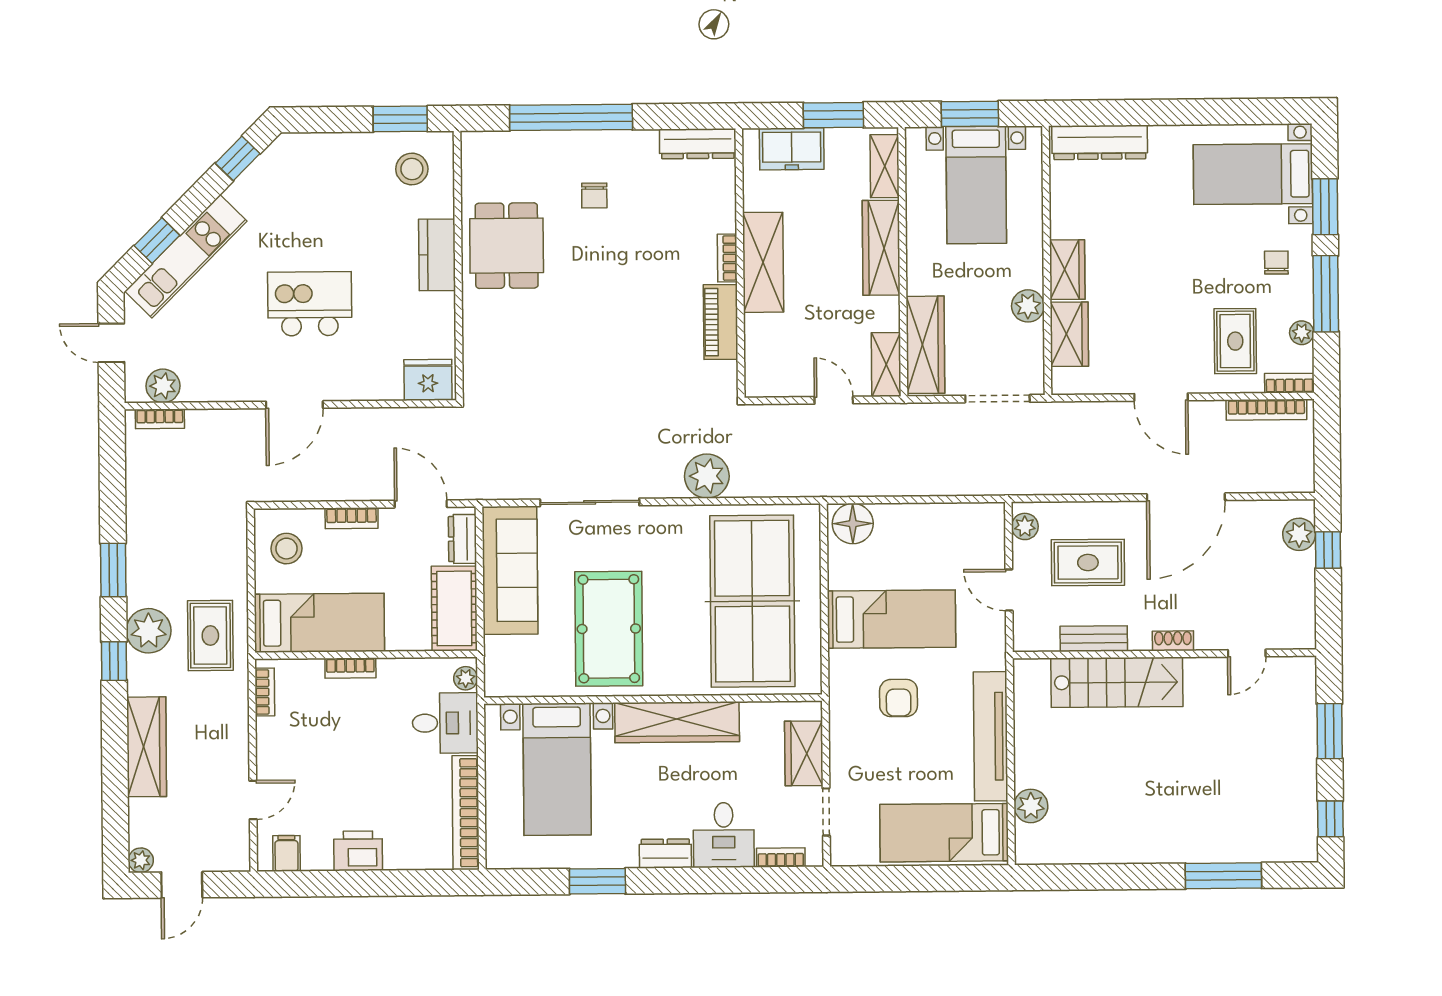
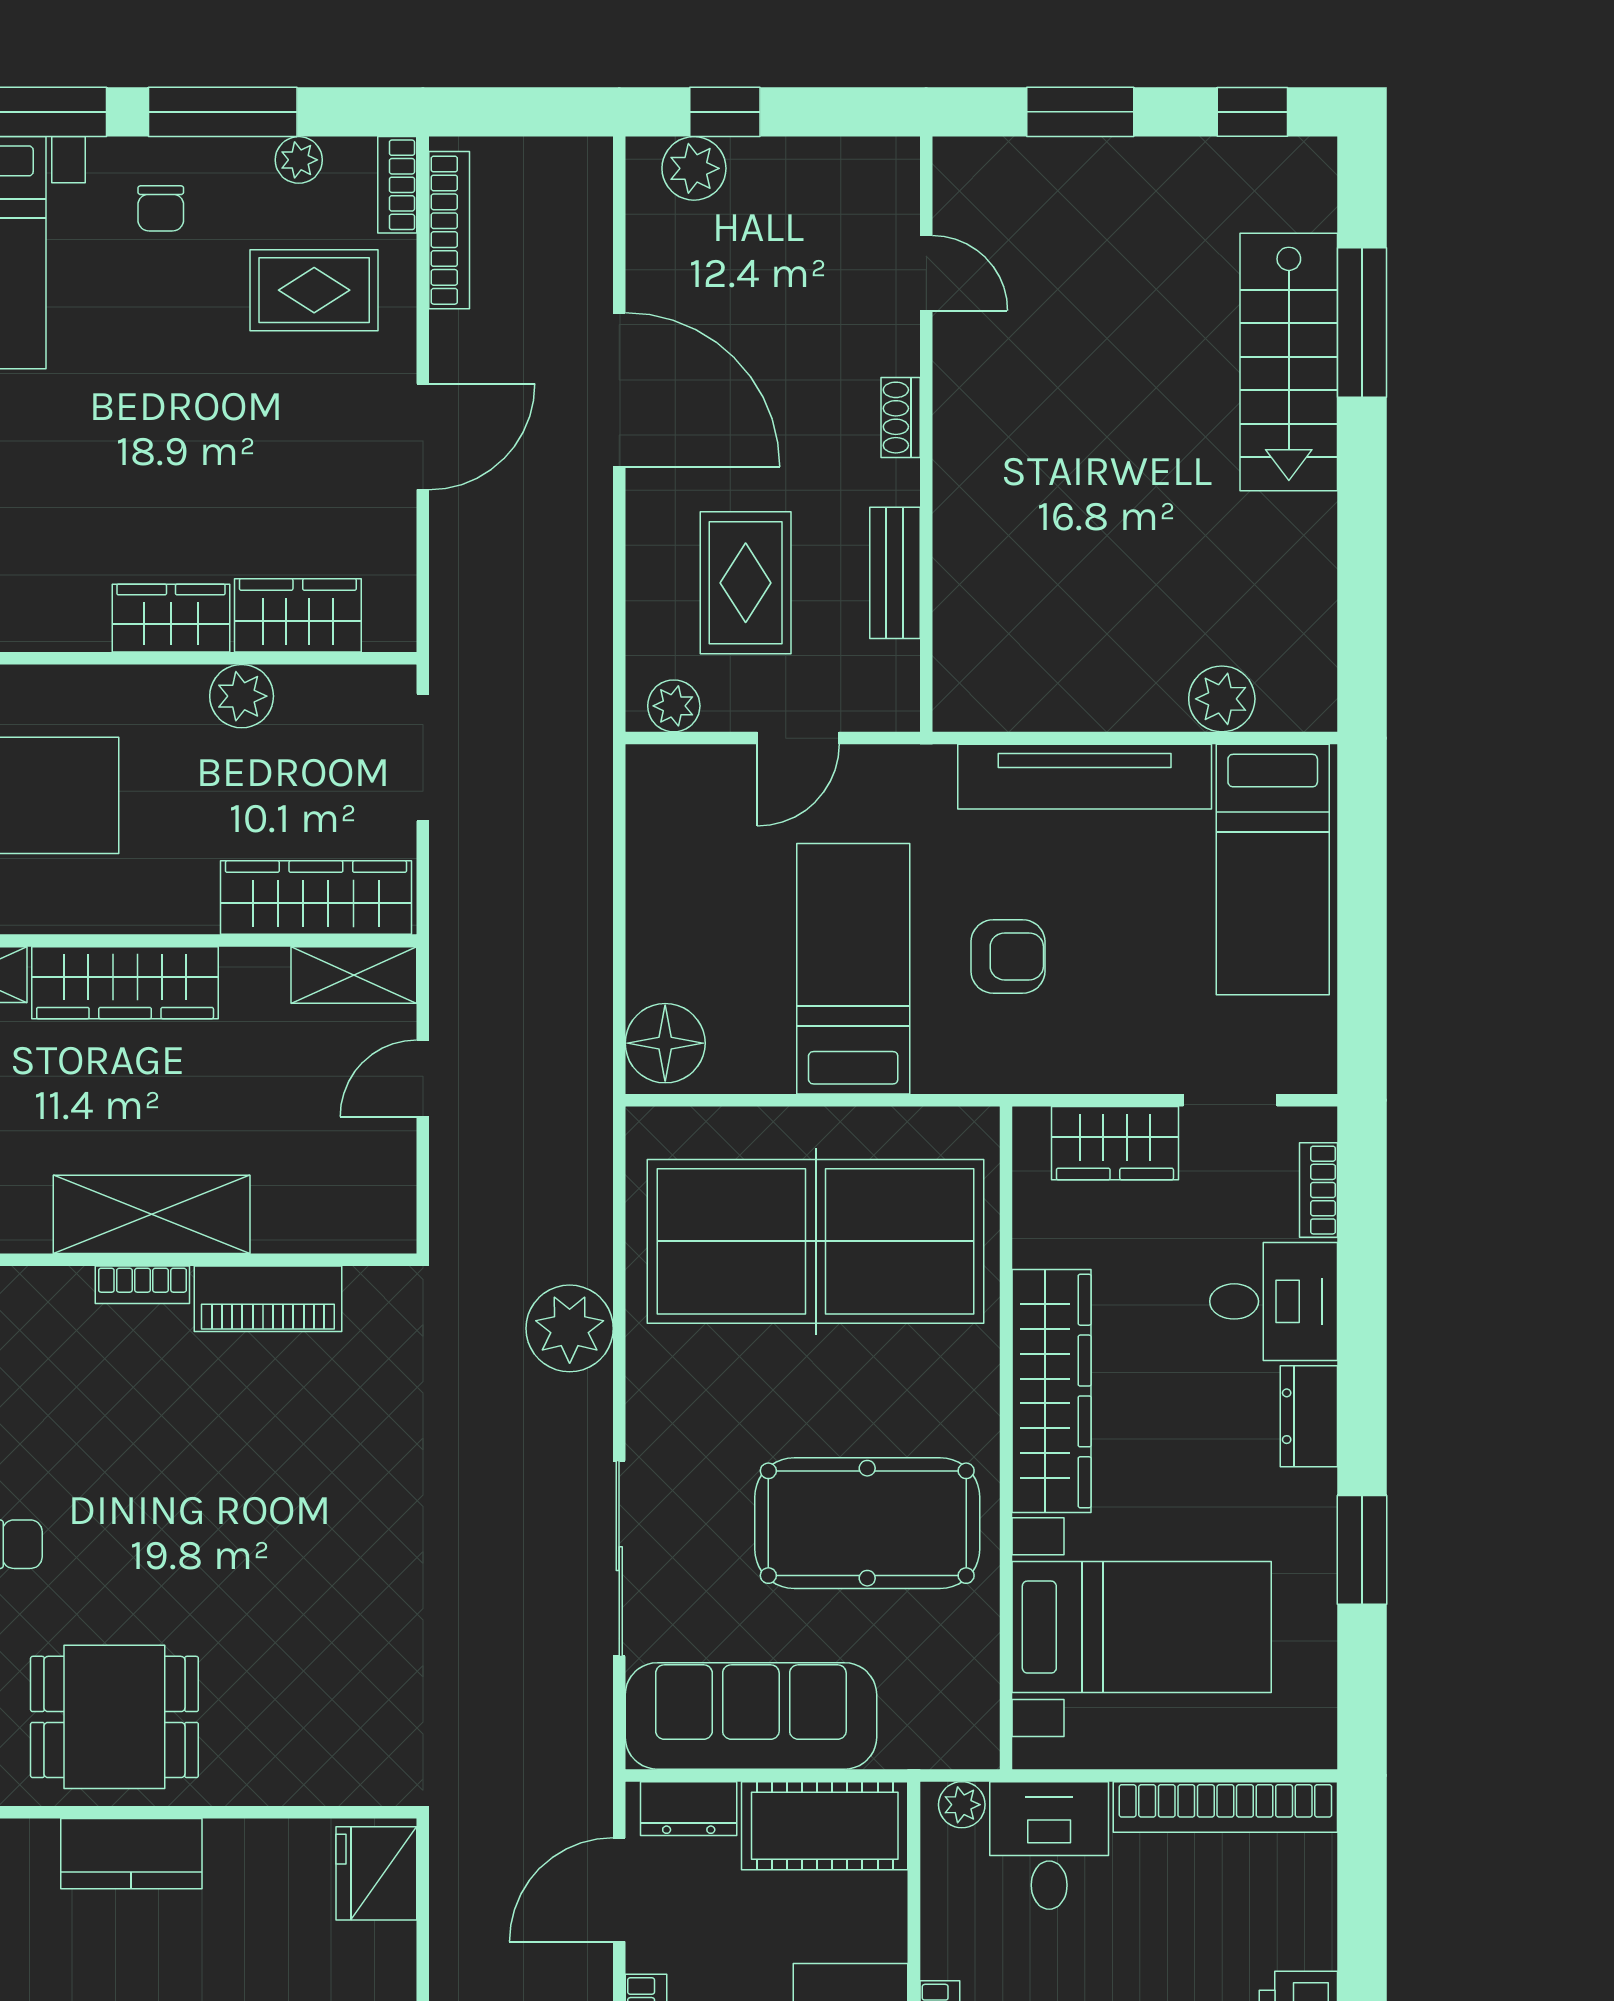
chair: (1276, 263) -> (161, 208), turned -90
stairs: (1117, 682) -> (1289, 362), moved, turned 180

